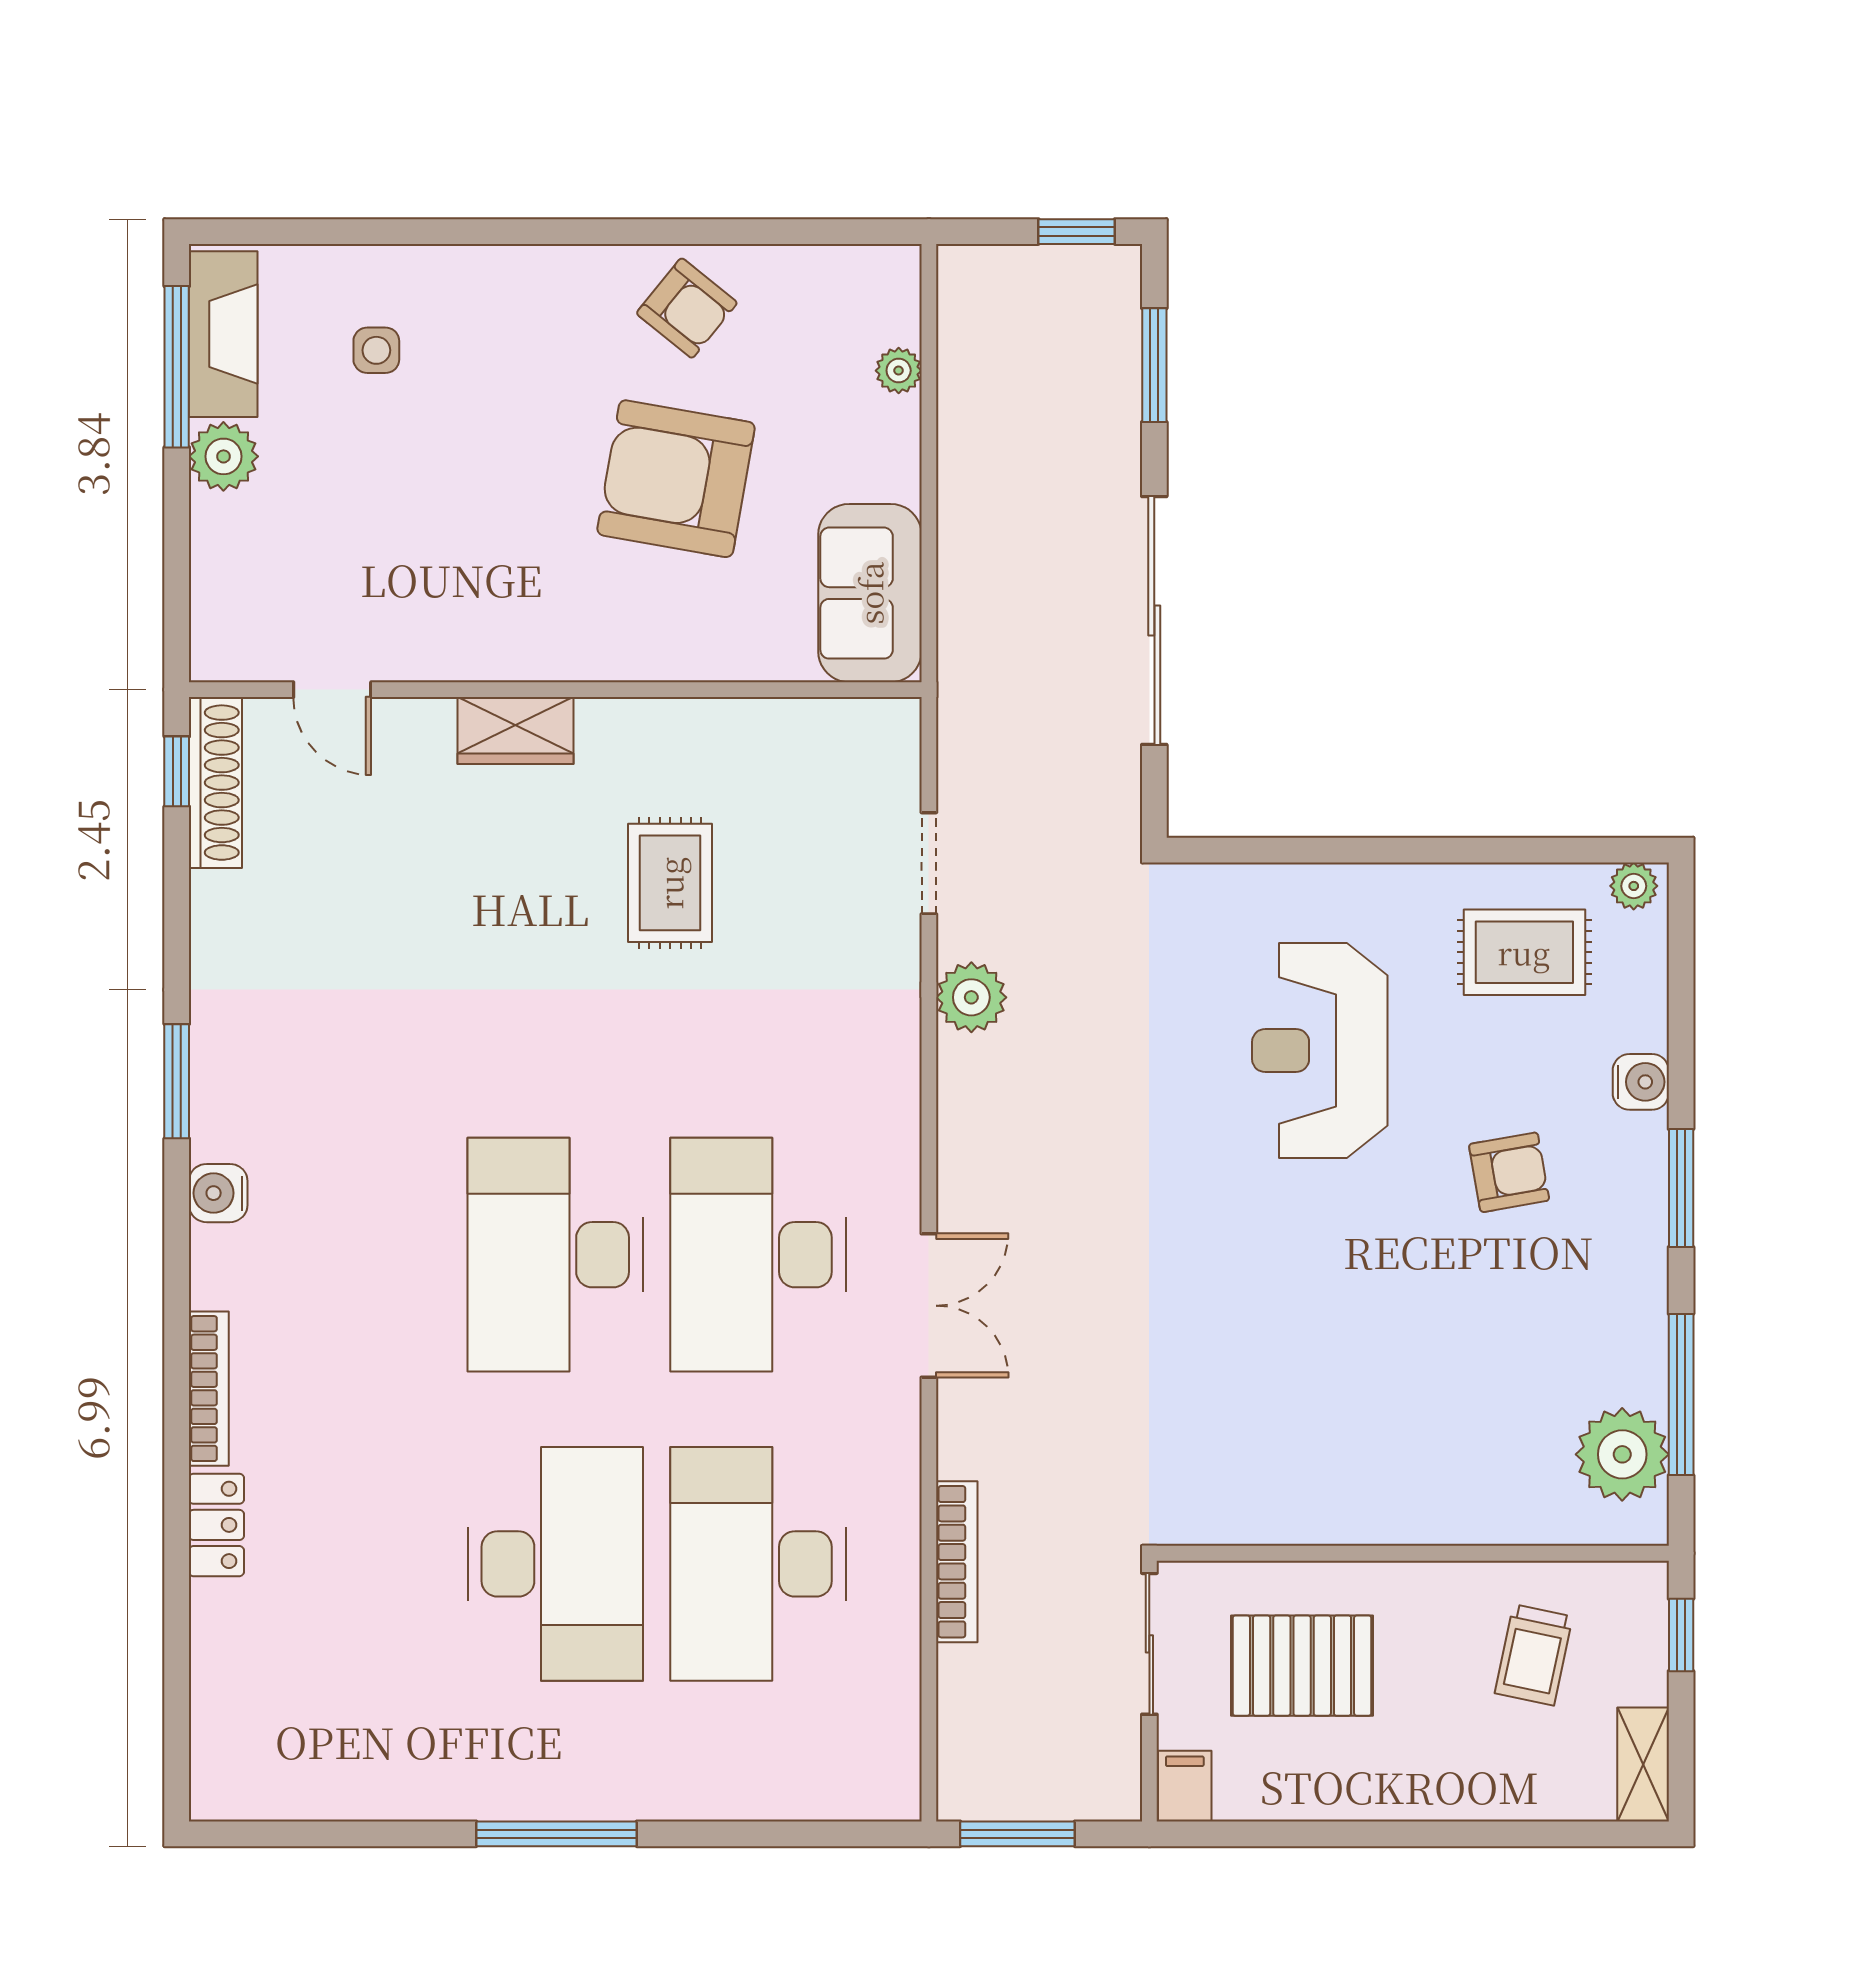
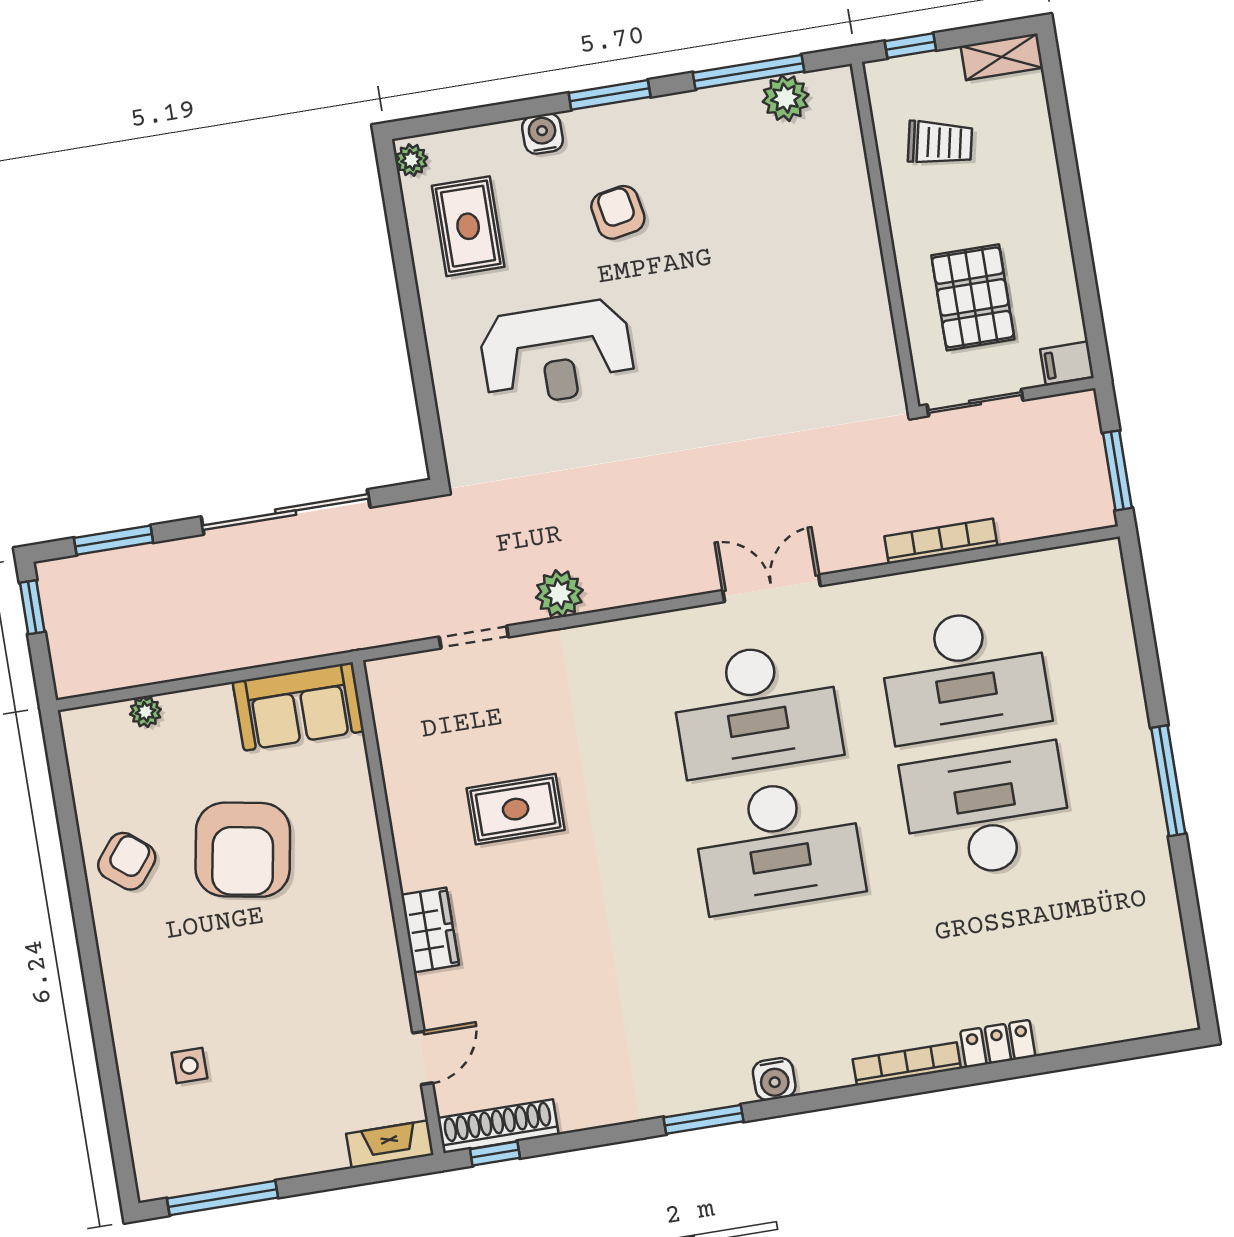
fireplace: (223, 334) -> (390, 1144), moved, width x0.73, depth x0.76
plant: (223, 456) -> (278, 1157), removed
plant: (1622, 1454) -> (786, 98), width x0.73, depth x0.73

